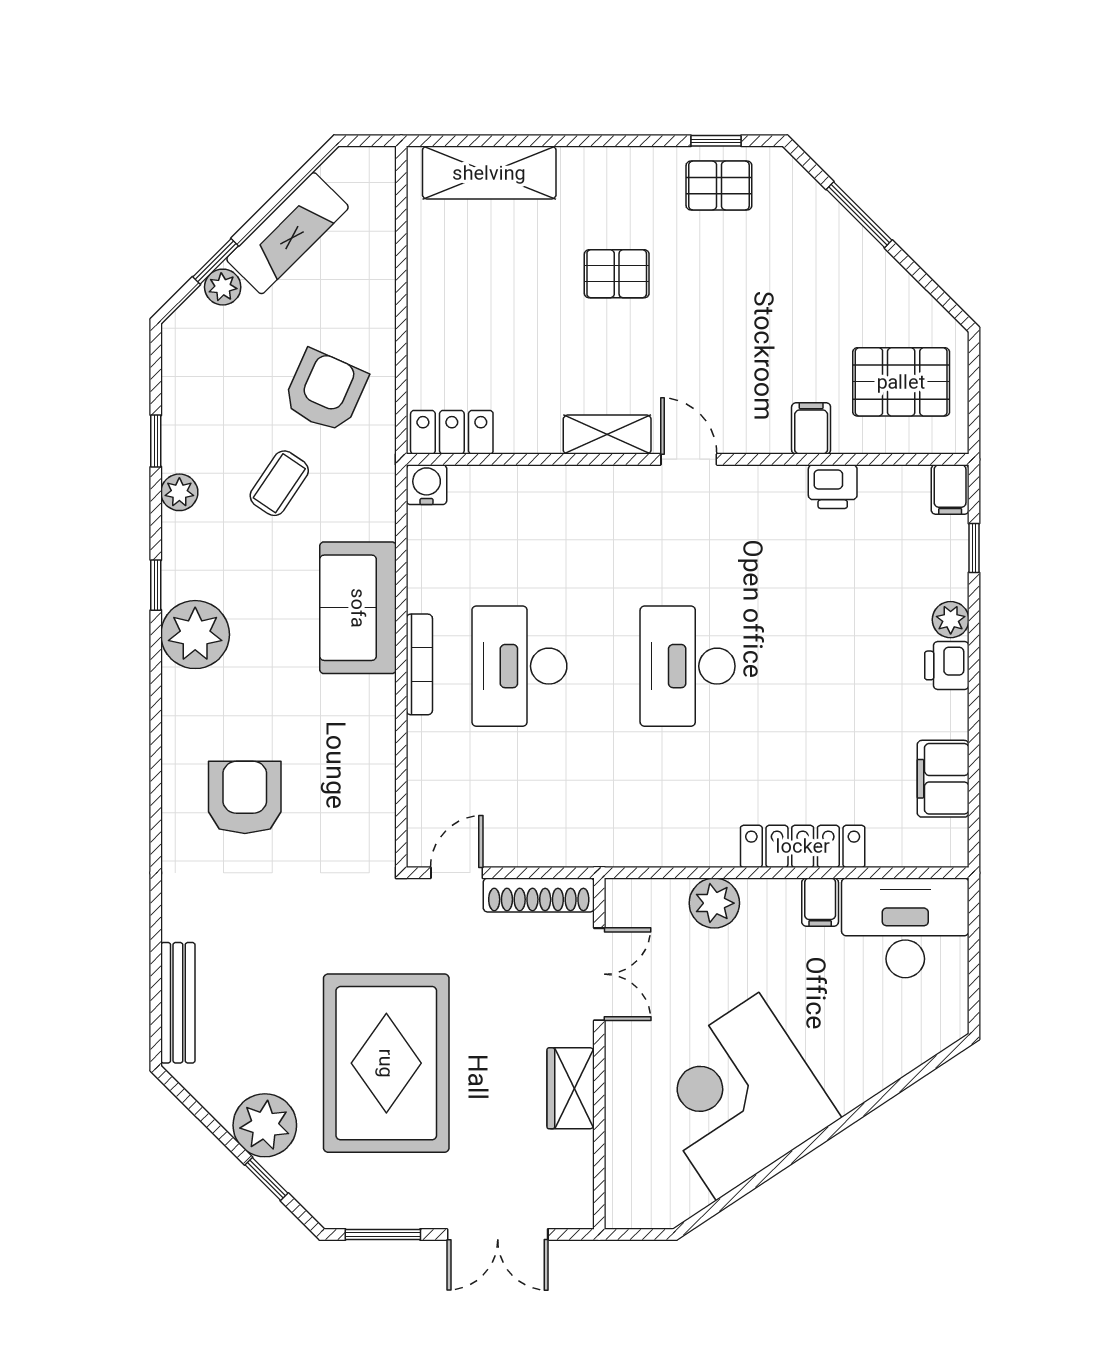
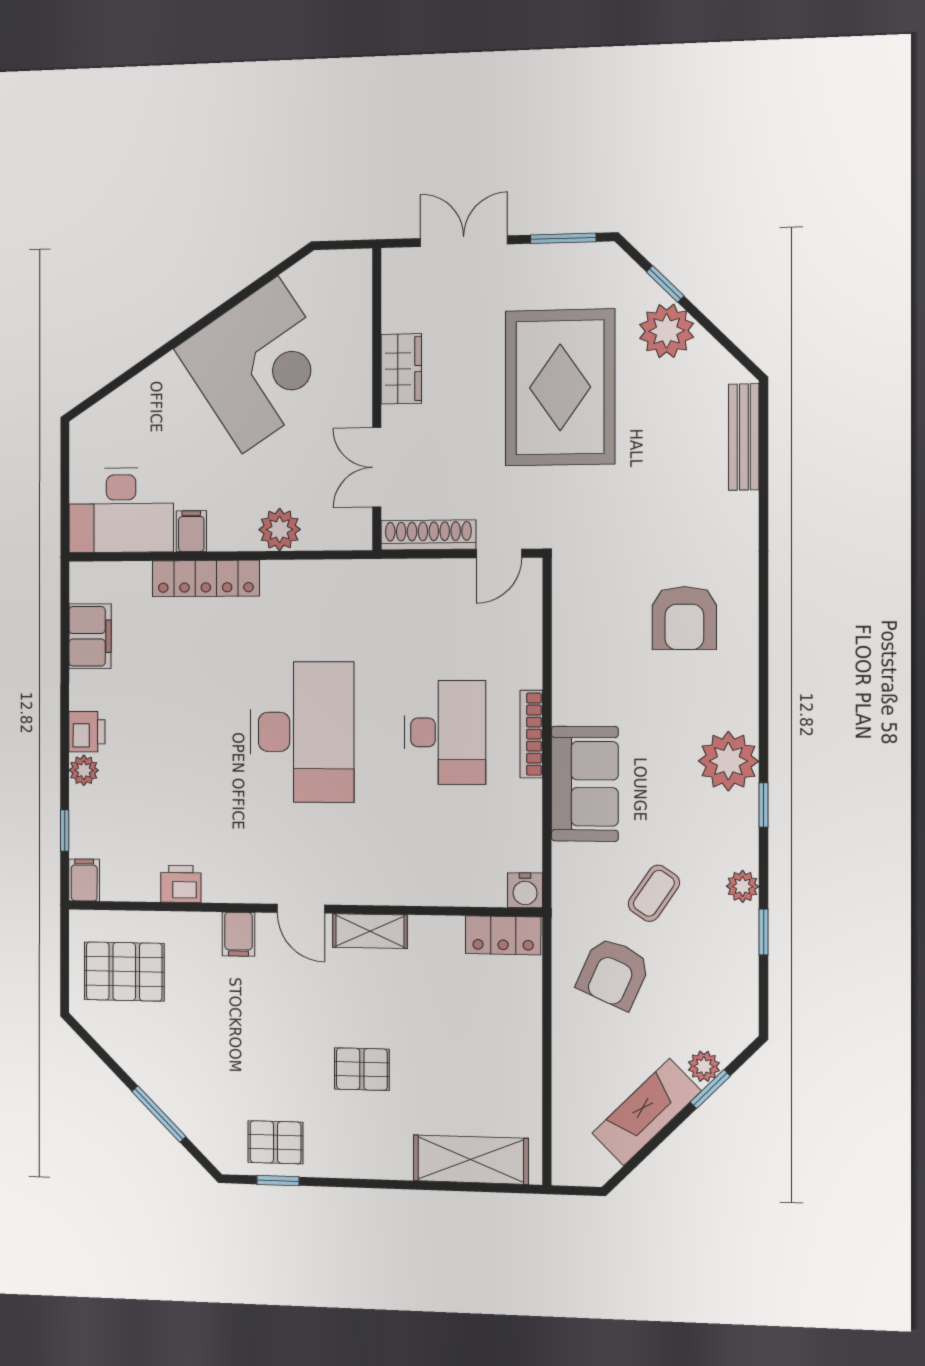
filing cabinet: (811, 428) -> (238, 934), moved
desk: (688, 666) -> (302, 732), width x1.36, depth x1.30

